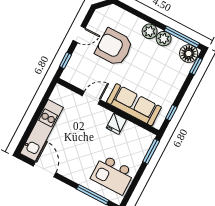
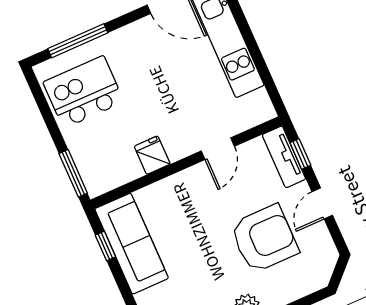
tv unit: (72, 67) -> (284, 157), added
sofa: (134, 105) -> (132, 244), moved, turned -90

